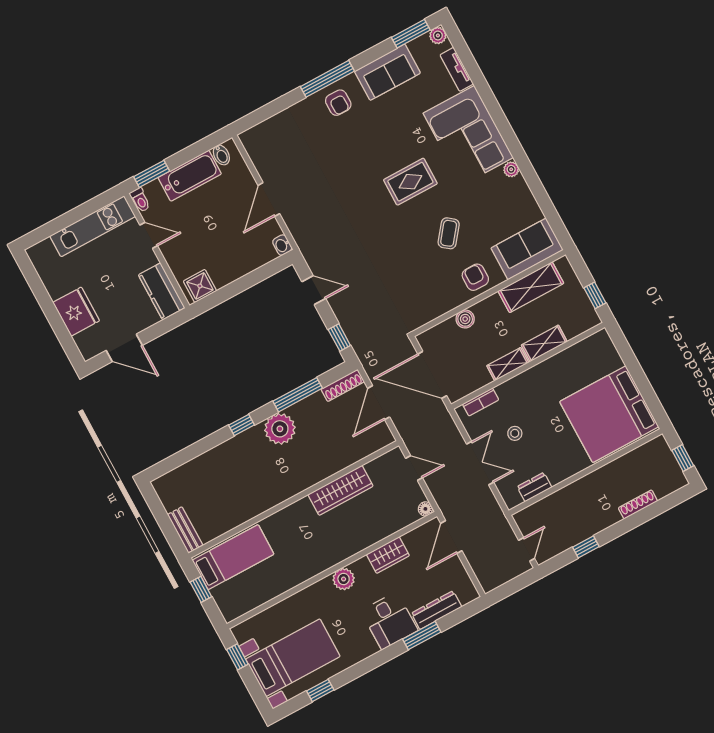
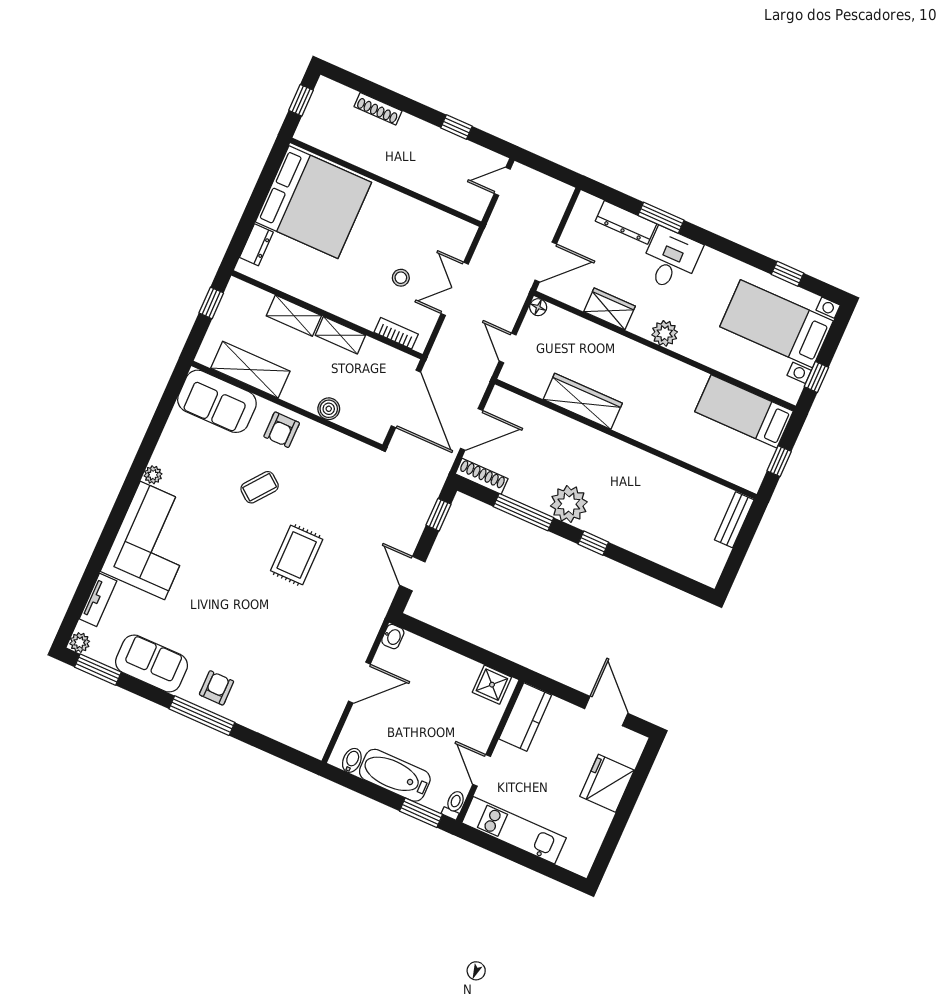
rug: (410, 182) -> (297, 555), moved, turned 90
dresser: (534, 487) -> (256, 245), moved, turned -90
bed: (233, 557) -> (744, 411), moved

